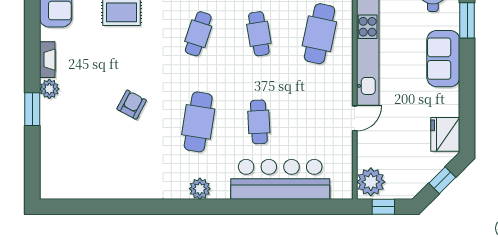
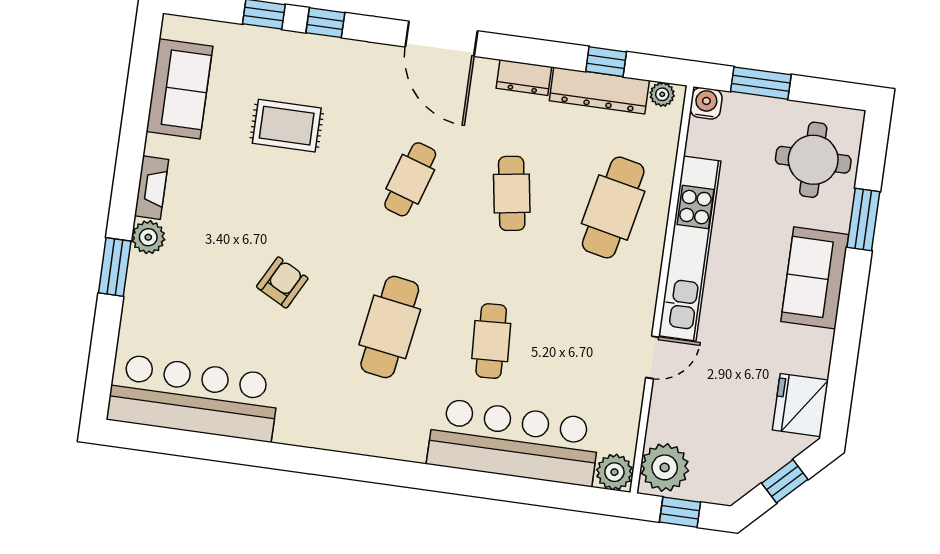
bar counter: (89, 179) -> (193, 398), added
plant: (200, 189) -> (614, 472), moved

